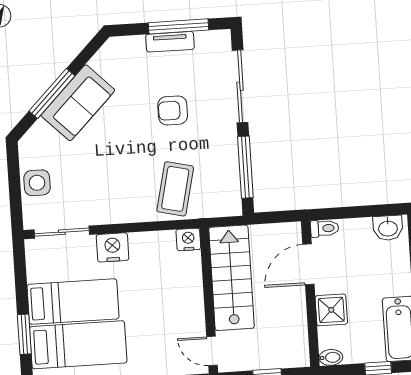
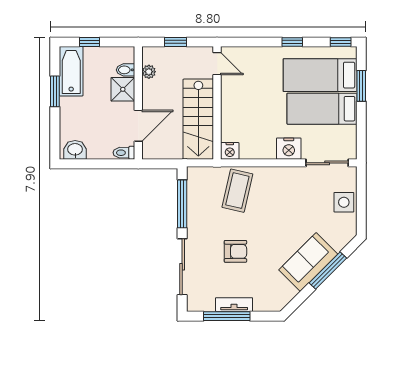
plant: (299, 335) -> (149, 72), added
bidet: (331, 357) -> (126, 70), moved

